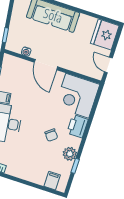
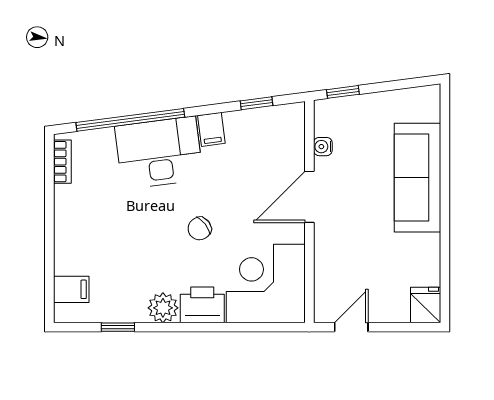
fridge: (105, 34) -> (426, 305), width x0.53, depth x0.75
chair: (51, 135) -> (200, 229), moved
plant: (70, 154) -> (163, 308), moved

